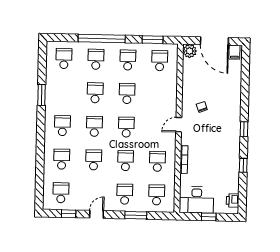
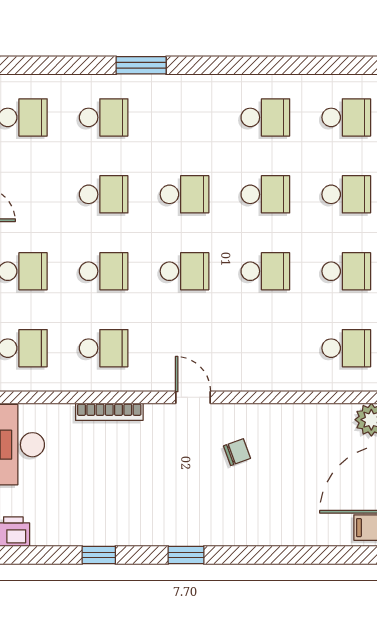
window: (41, 95) -> (141, 65), moved
school desk: (62, 126) -> (265, 117), moved

